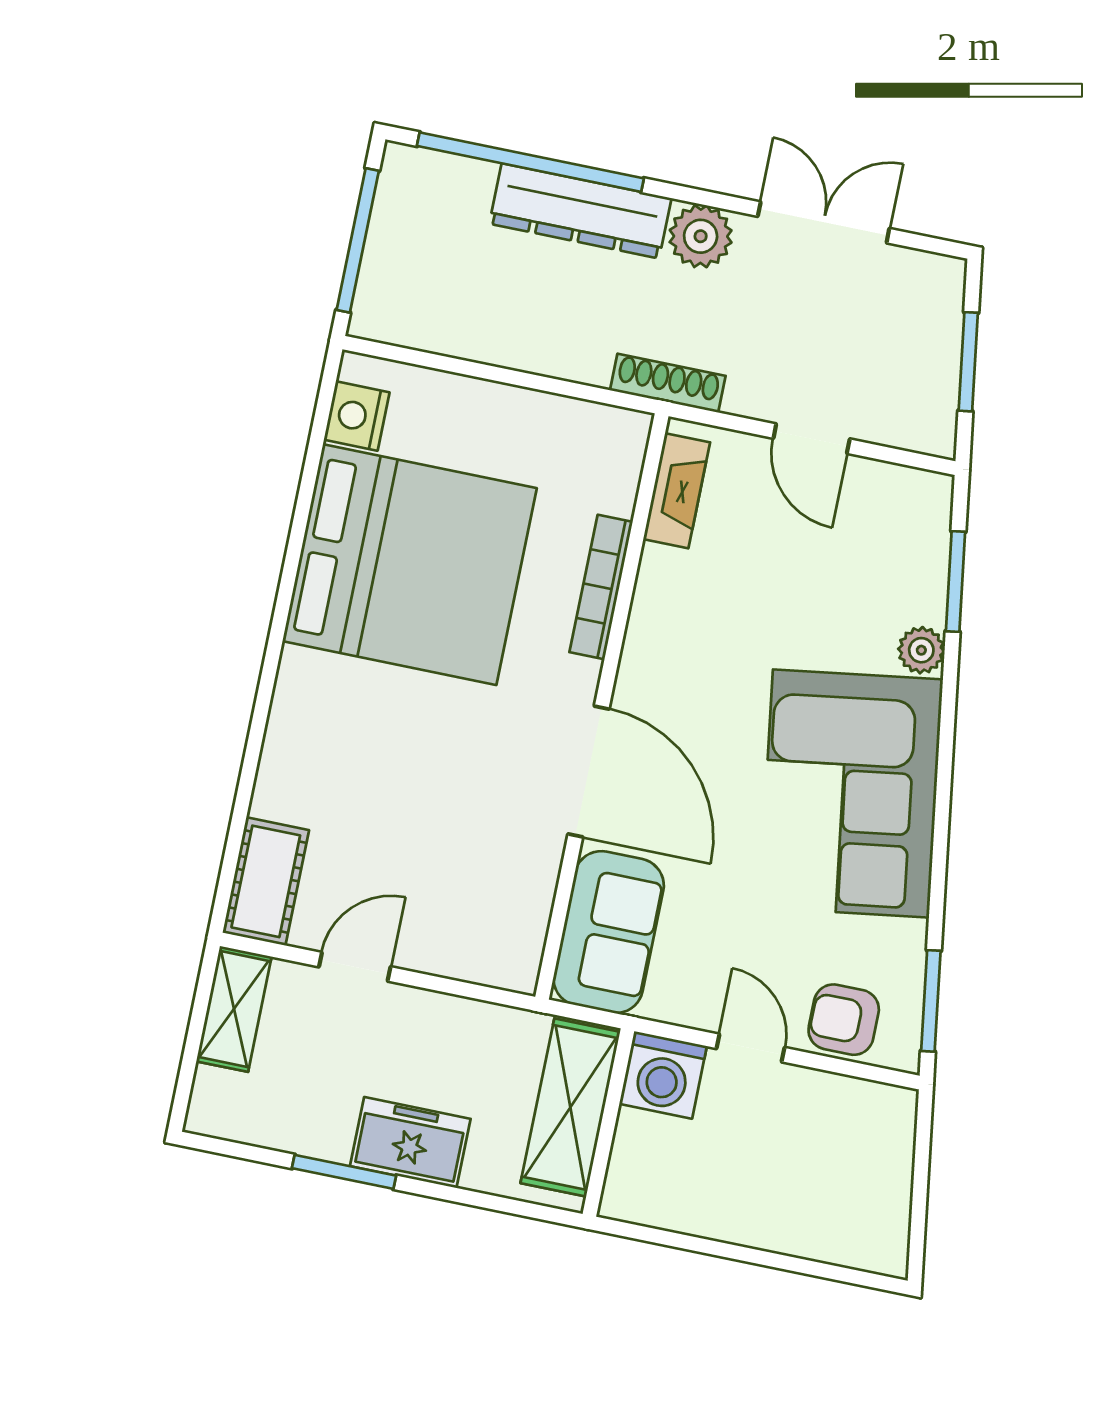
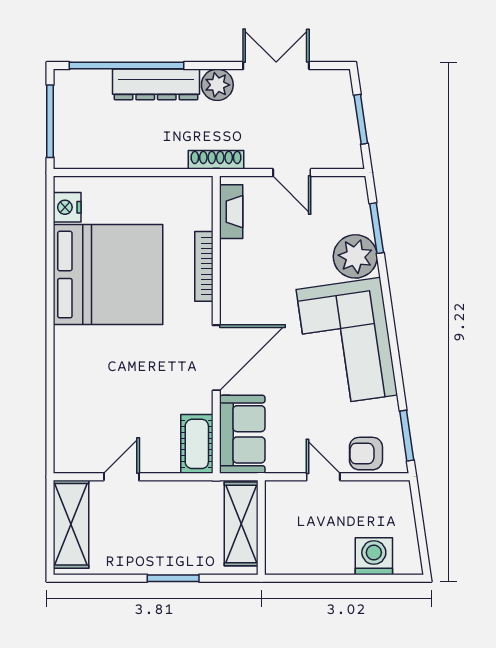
plant: (921, 650) -> (355, 256), width x1.87, depth x1.87
door: (588, 772) -> (216, 358), hinge flipped
cot: (266, 881) -> (197, 444), moved
shelving: (234, 1009) -> (71, 524), width x1.50, depth x1.33
washing machine: (663, 1075) -> (374, 556), moved, turned 180
freezer: (410, 1142) -> (166, 557), removed
window: (344, 1172) -> (173, 578), moved

